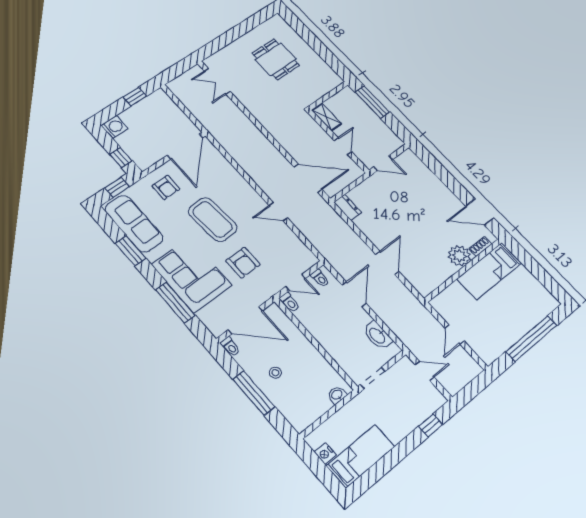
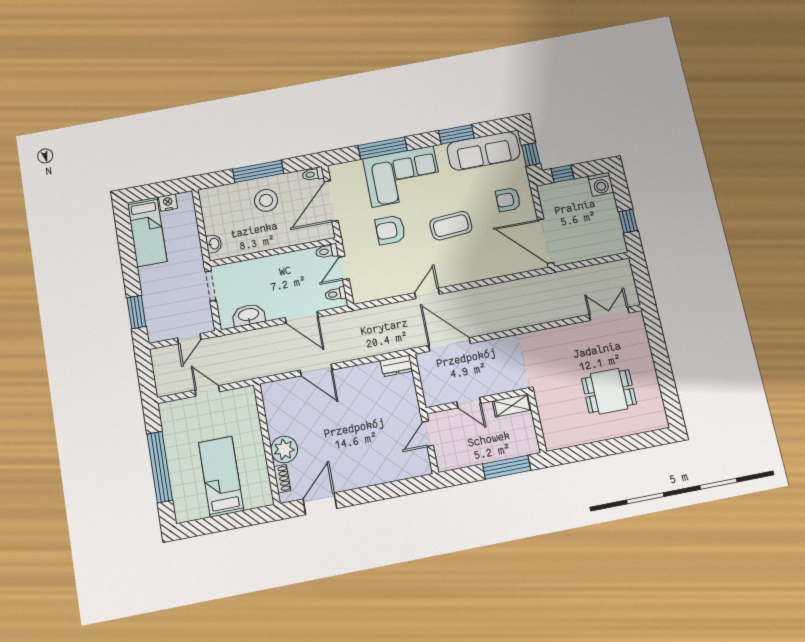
door: (308, 178) -> (450, 344), swing flipped
coffee table: (213, 219) -> (451, 226), width x0.73, depth x0.76
bed: (489, 271) -> (221, 476), moved
stool: (275, 373) -> (266, 200), width x1.89, depth x1.89
window: (431, 425) -> (136, 312), width x1.50

